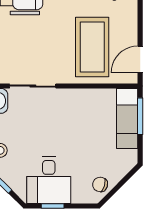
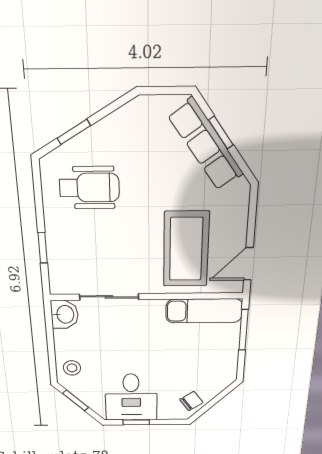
exam couch: (127, 118) -> (204, 311), moved, turned -90
chair: (100, 184) -> (191, 401), turned 128

